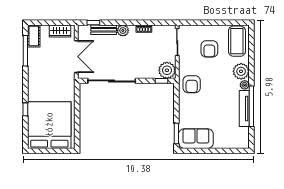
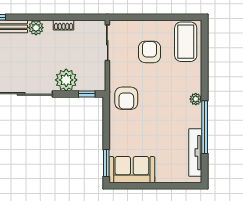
armchair: (209, 49) -> (150, 52), turned 180
plant: (167, 70) -> (66, 80), moved
plant: (241, 71) -> (191, 81), removed
tv unit: (244, 108) -> (195, 153), moved

